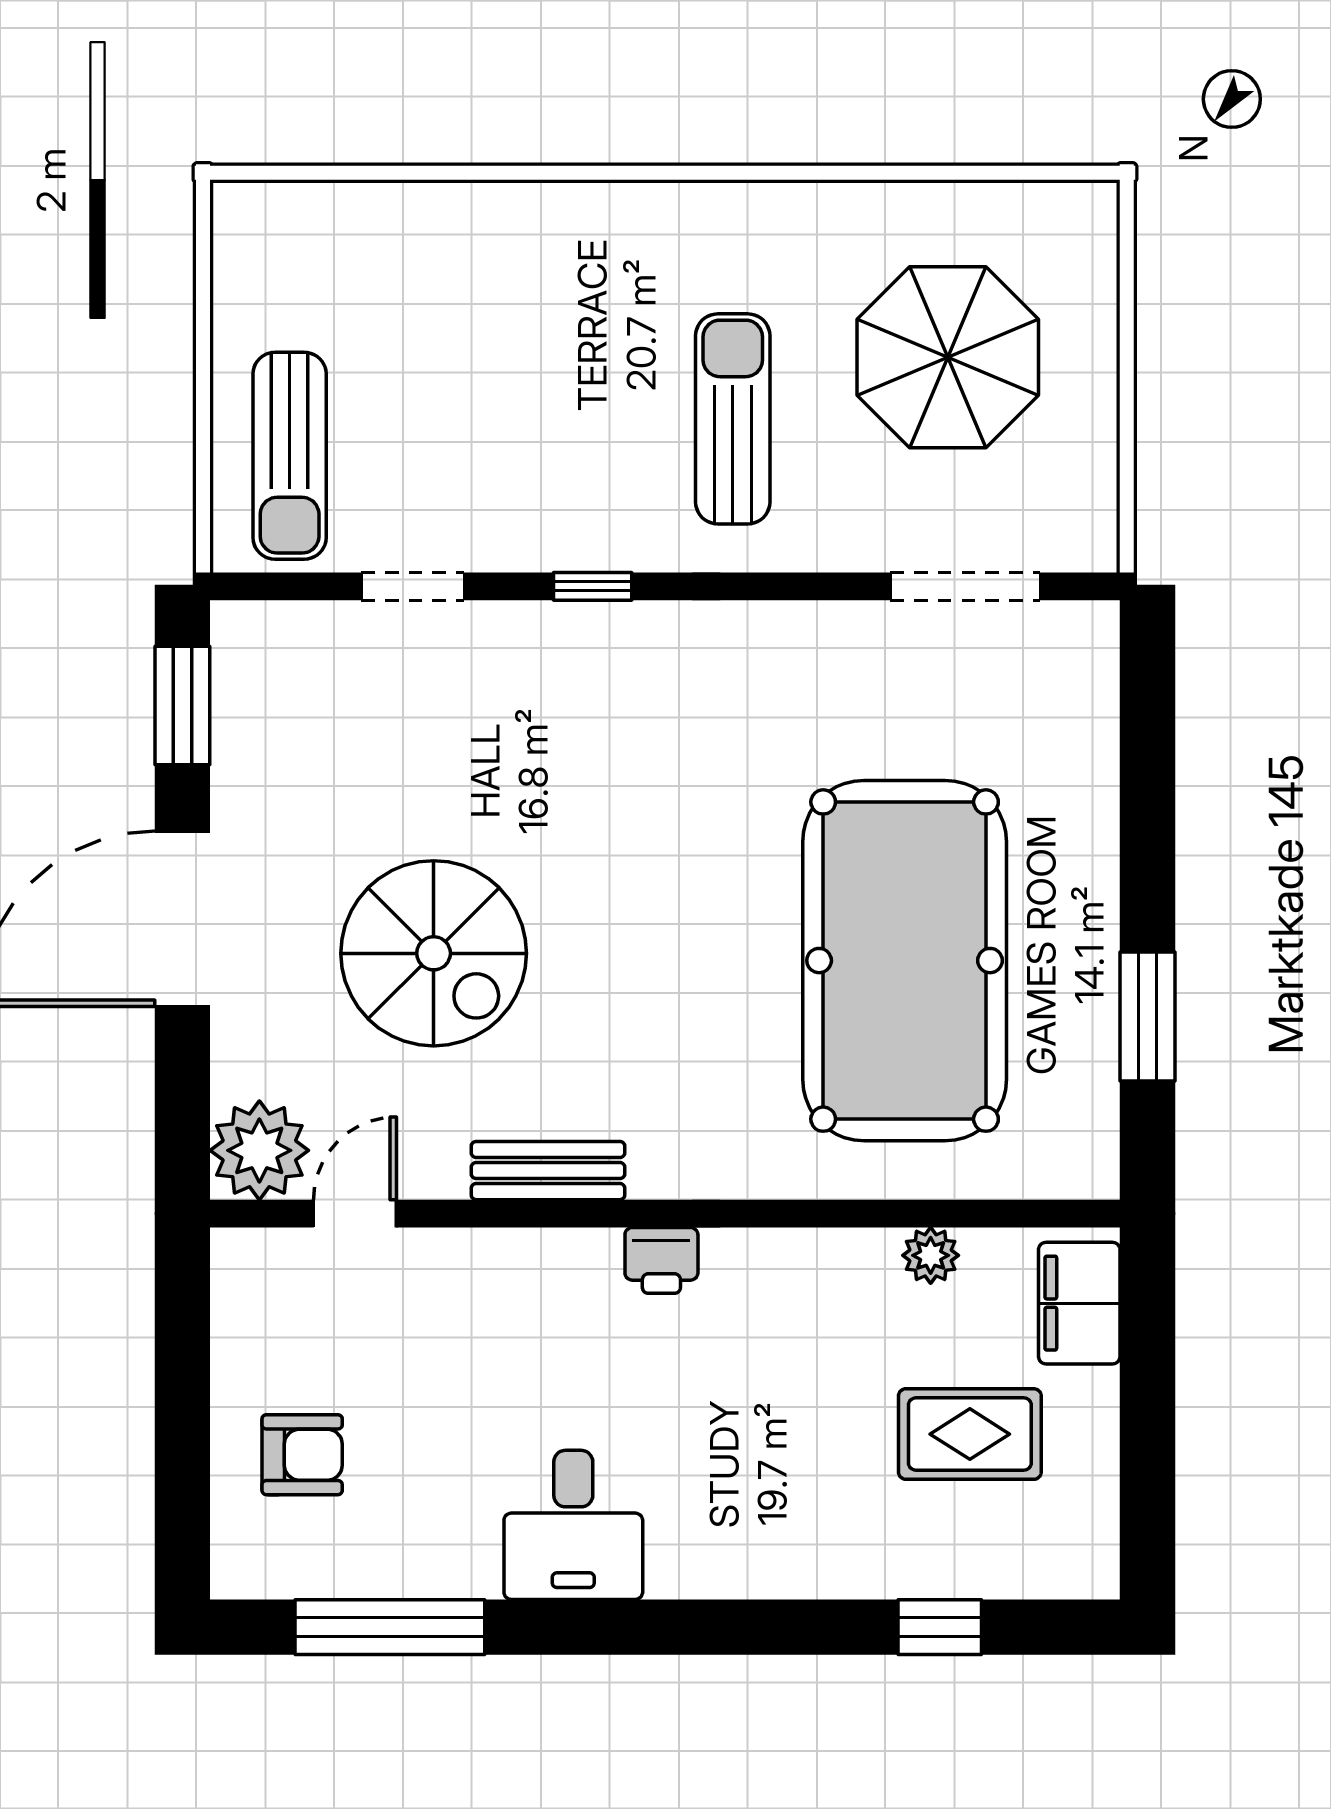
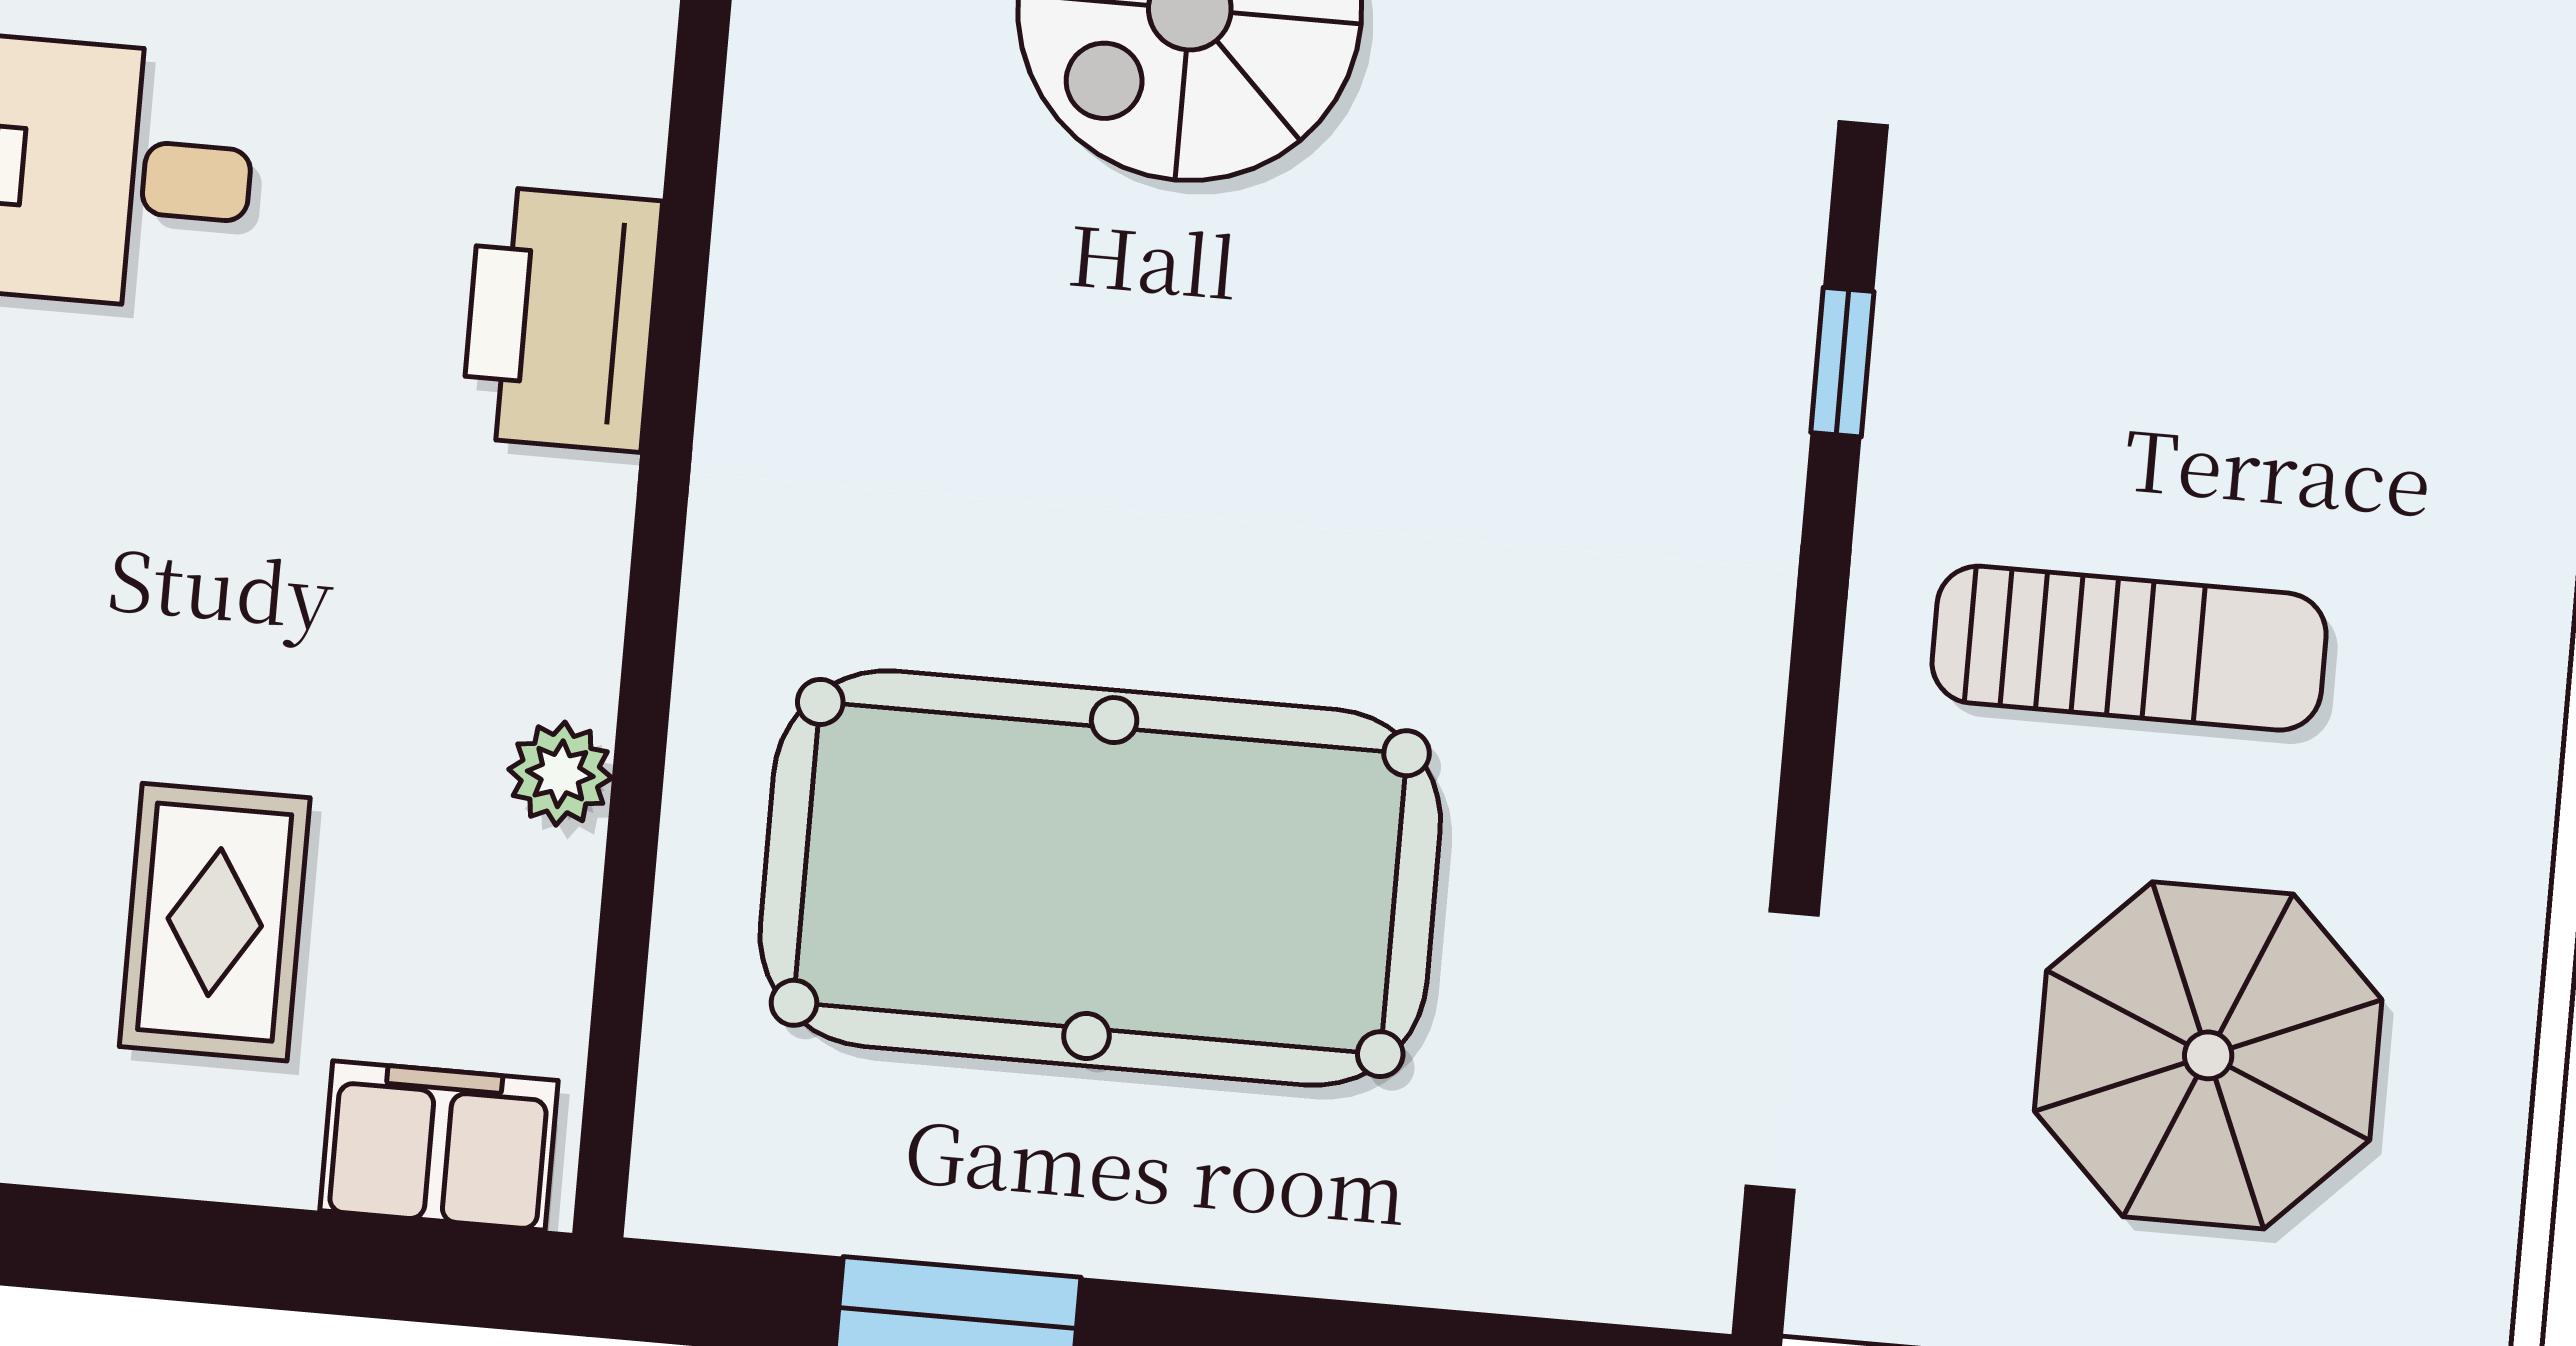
bench: (548, 1171) -> (770, 185), removed
plant: (931, 1255) -> (560, 774), moved
printer: (661, 1260) -> (561, 319), width x1.87, depth x1.48

